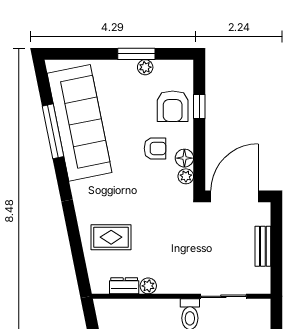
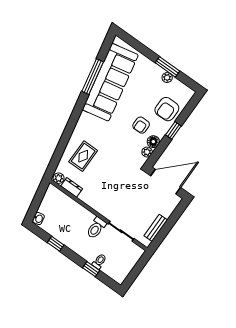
window: (199, 106) -> (173, 130), moved
armchair: (155, 148) -> (141, 125), turned 90
rug: (111, 237) -> (83, 156), turned 90
bench: (263, 246) -> (156, 228), moved
plant: (148, 286) -> (59, 178), moved

